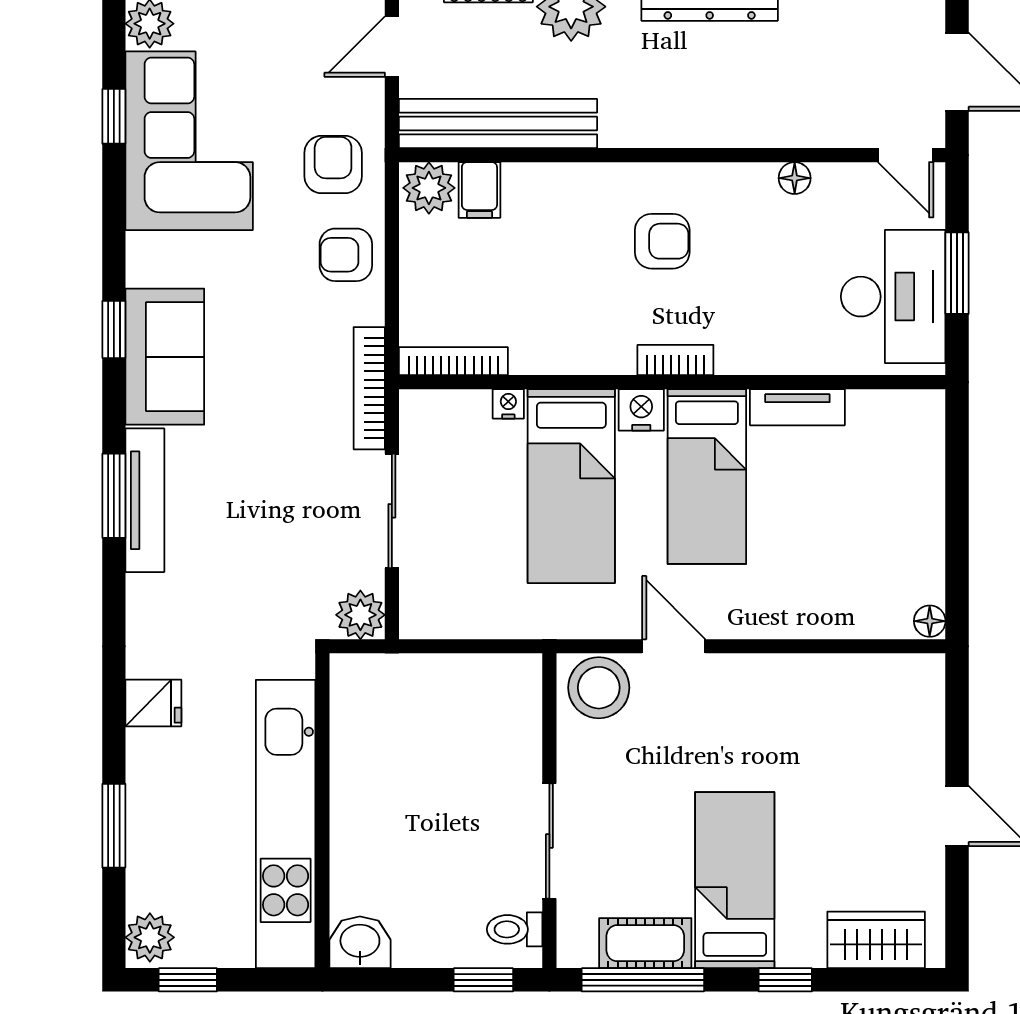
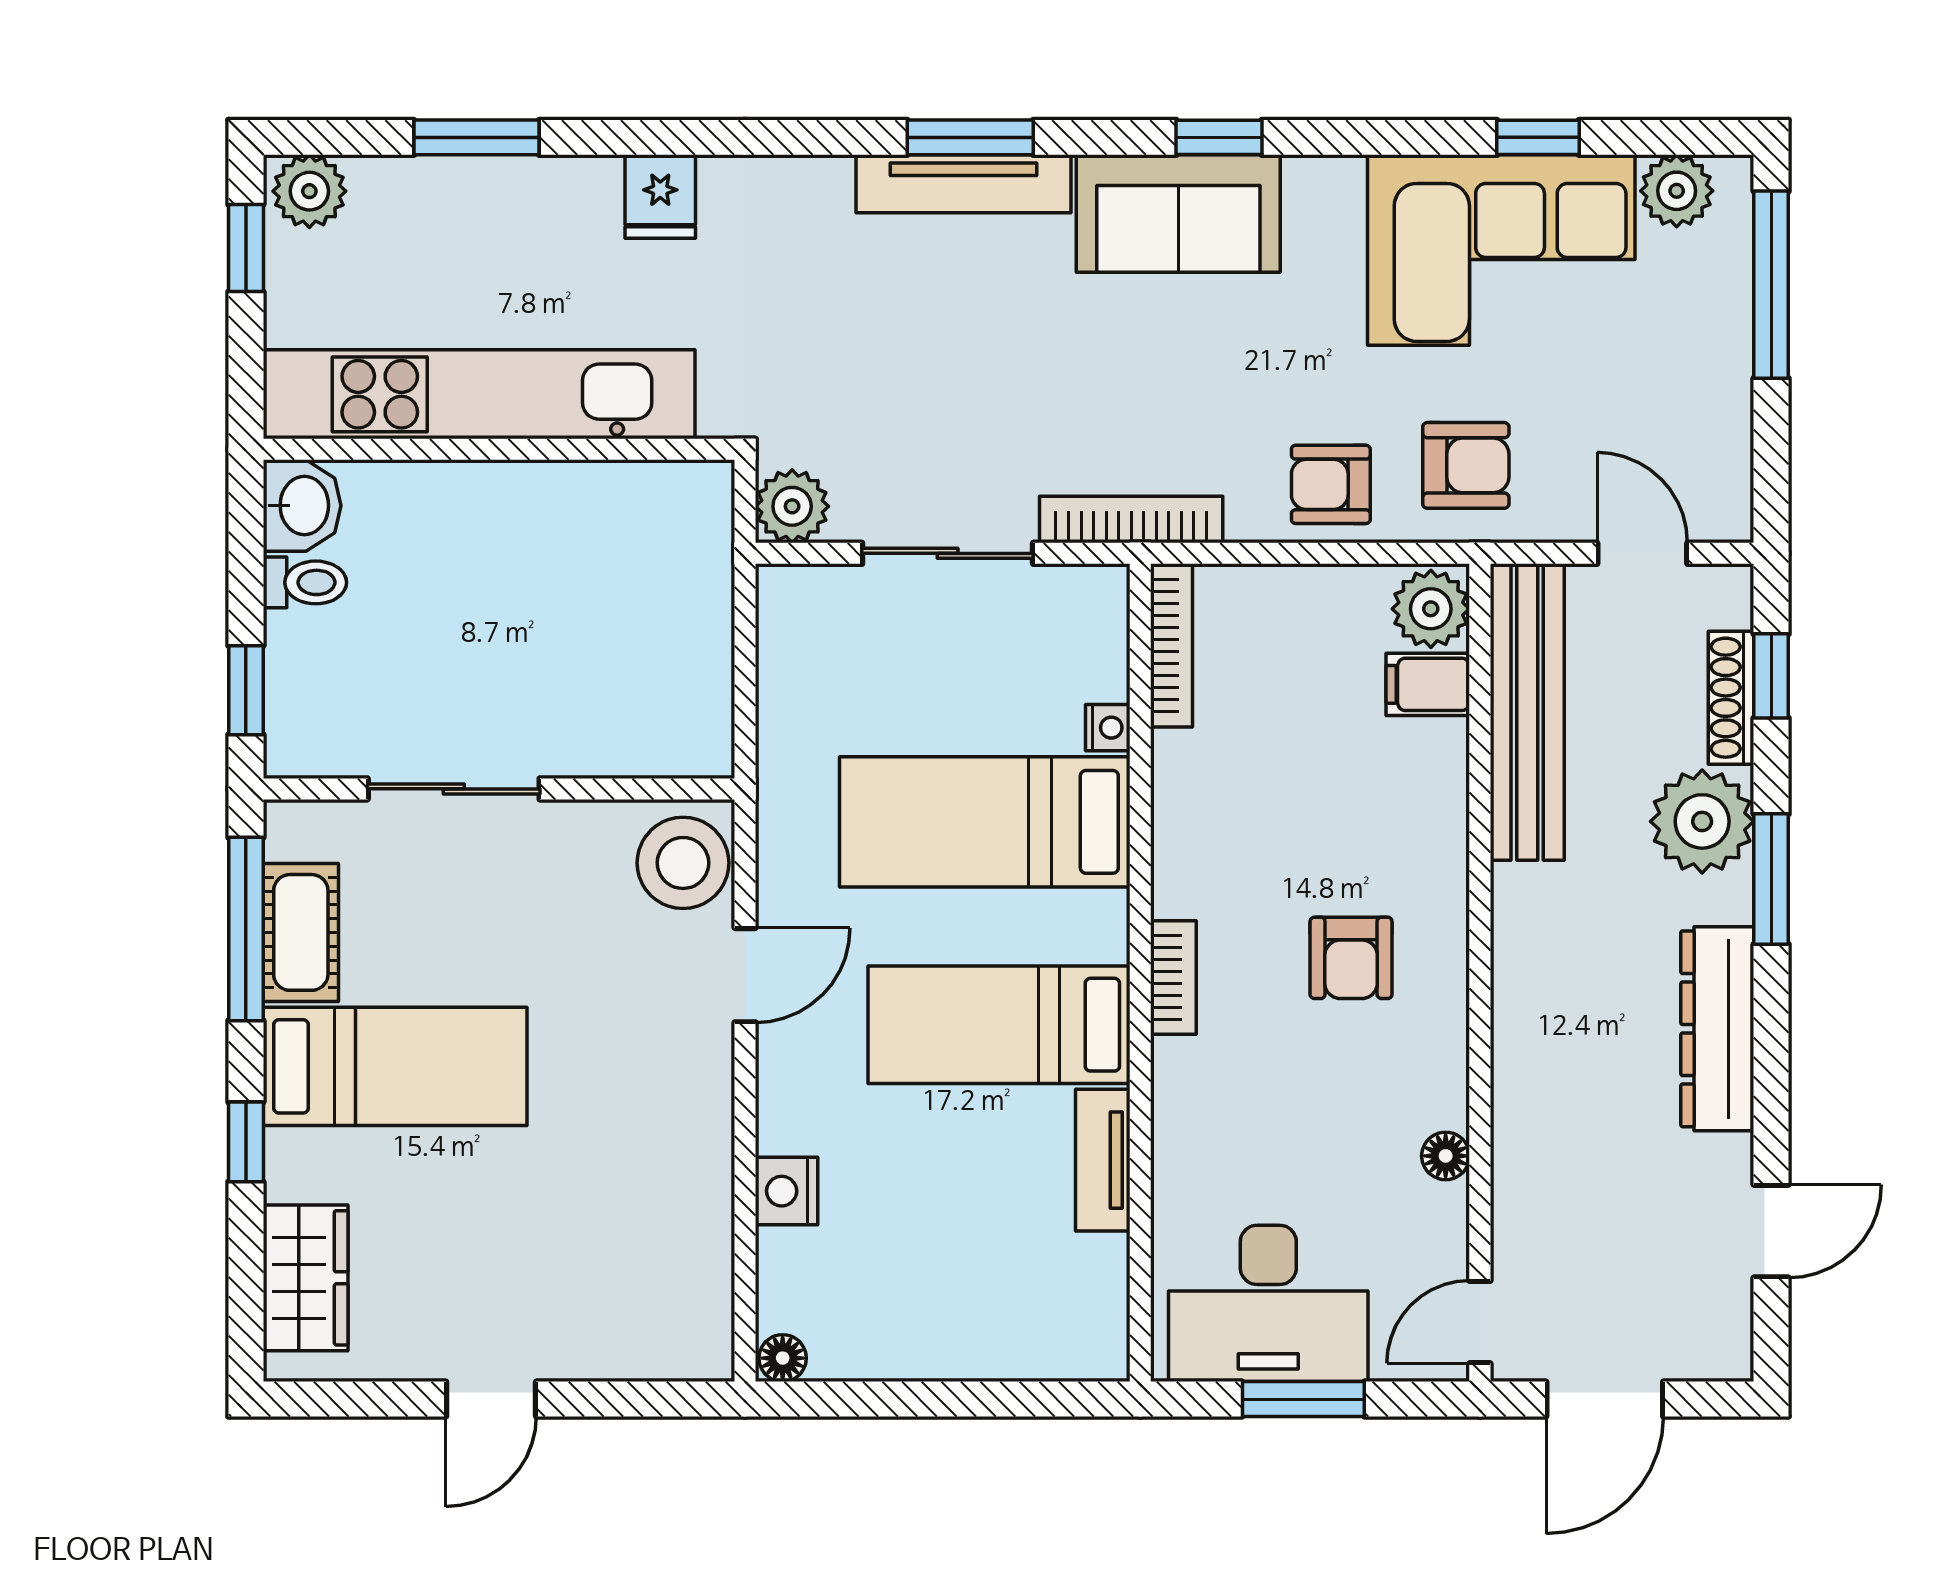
armchair: (346, 255) -> (1331, 484), turned -90
nightstand: (641, 410) -> (787, 1191), moved, turned 180
toilet: (515, 929) -> (305, 582), moved, turned 90

